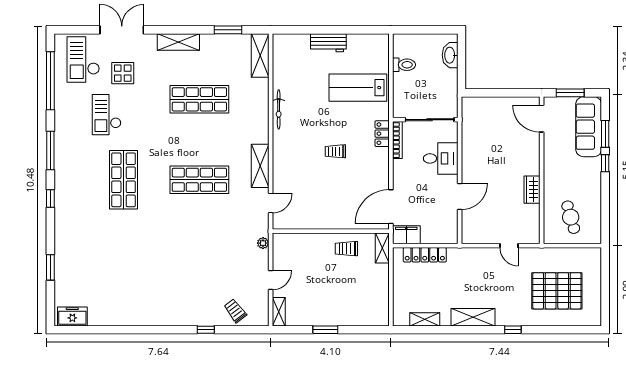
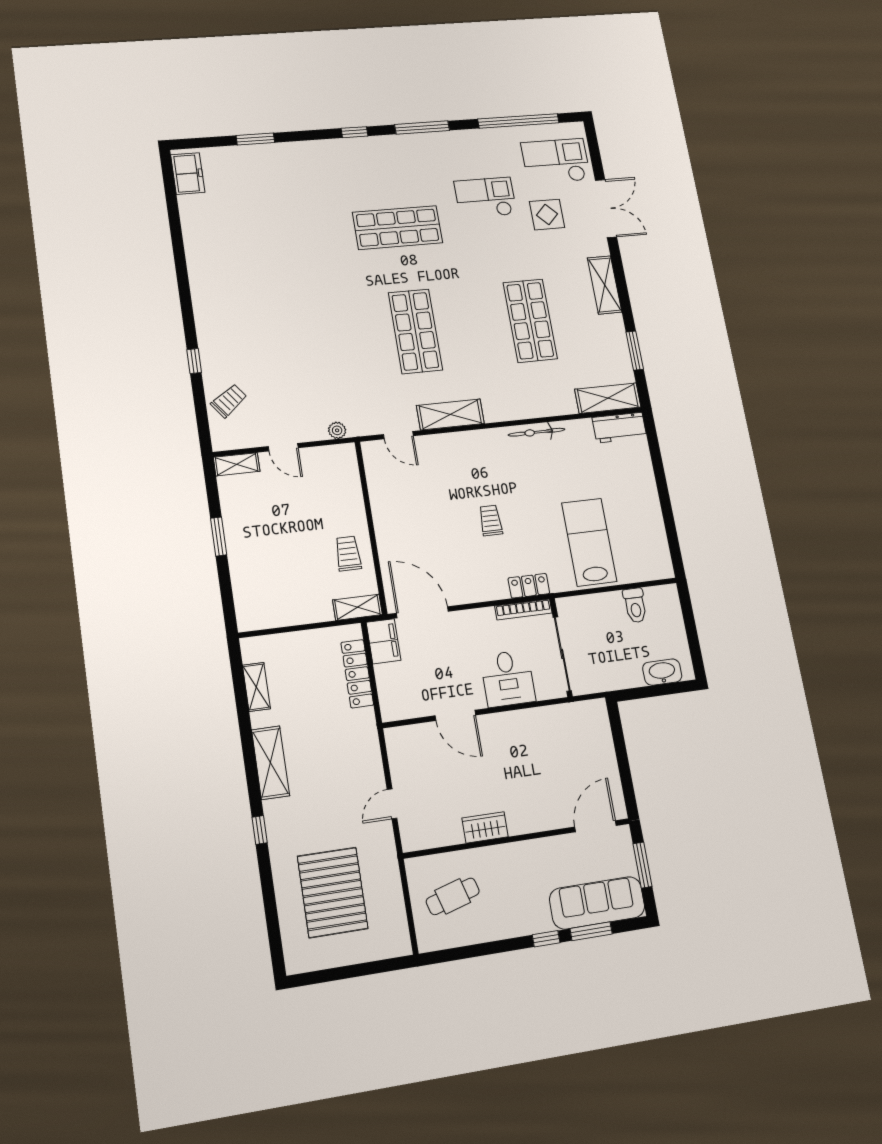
workbench: (328, 43) -> (620, 428), moved, turned -90

